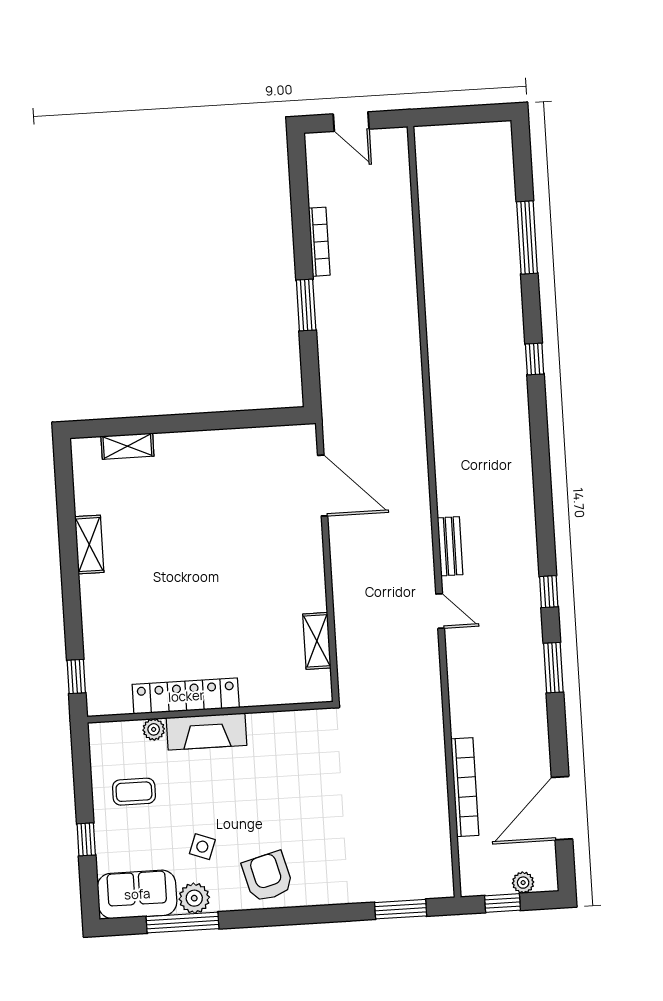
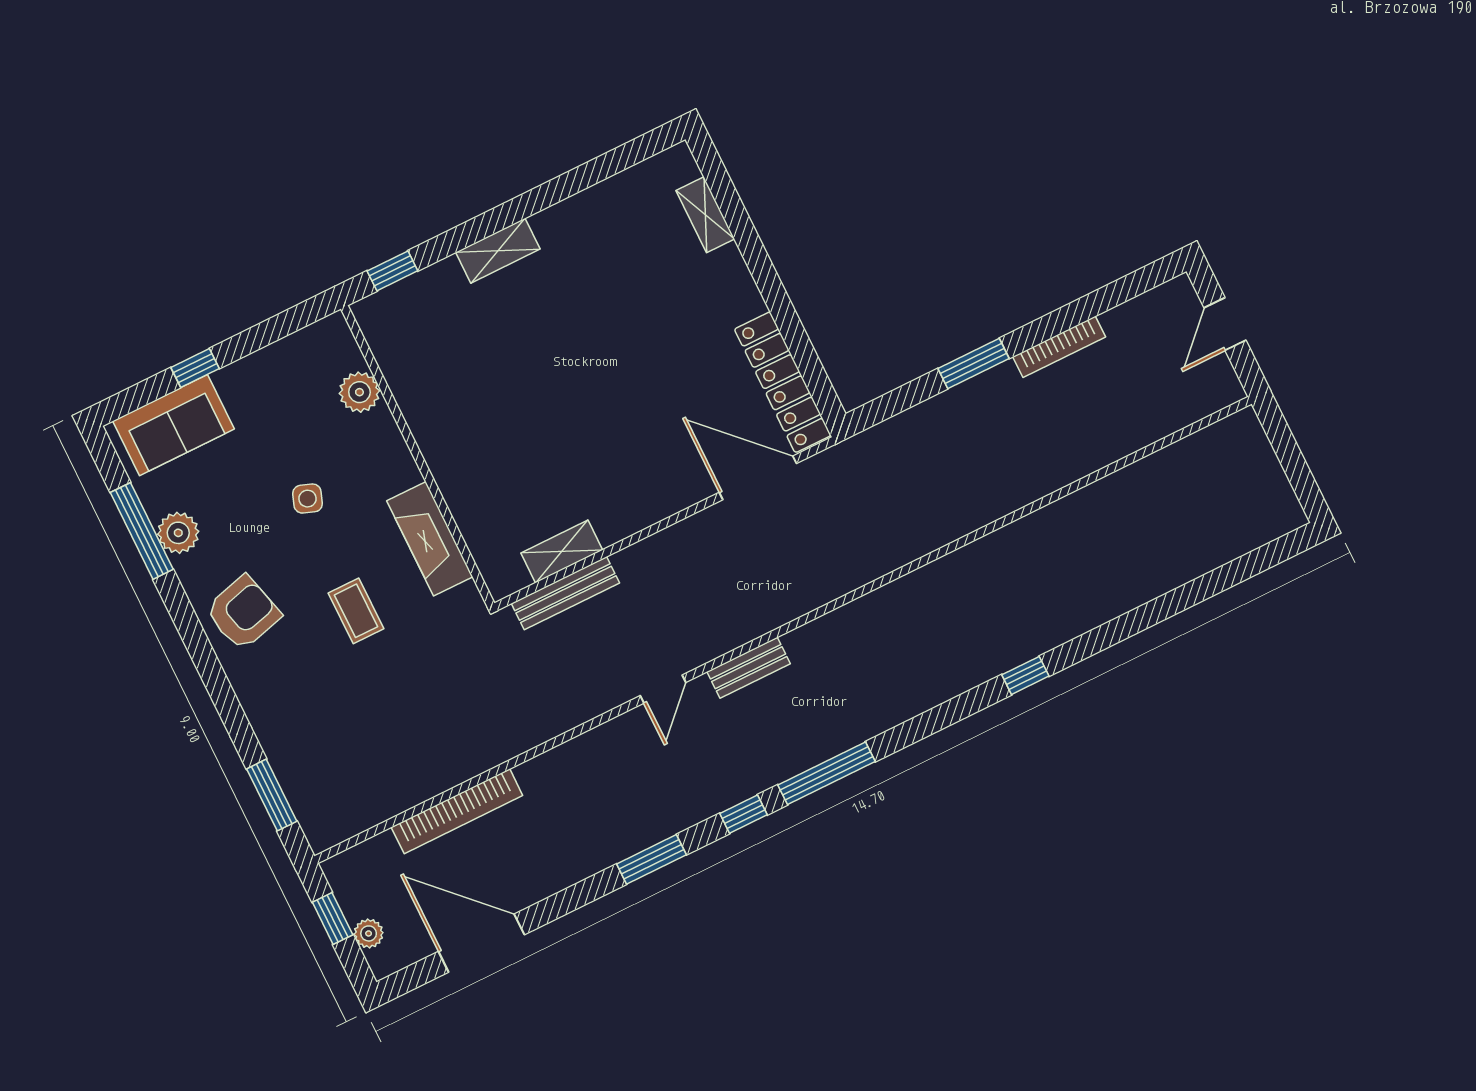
window: (527, 237) -> (826, 773), moved
door: (323, 486) -> (758, 478), swing flipped
shelving: (89, 545) -> (498, 251), moved
bench: (346, 650) -> (565, 593), added
locker: (186, 696) -> (783, 382), moved, turned 180
plant: (154, 729) -> (359, 392), width x1.38, depth x1.38
fireplace: (207, 731) -> (430, 539), moved
coffee table: (134, 792) -> (356, 611), moved
side table: (202, 847) -> (308, 499), moved
sofa: (137, 894) -> (173, 425), moved, turned 90

